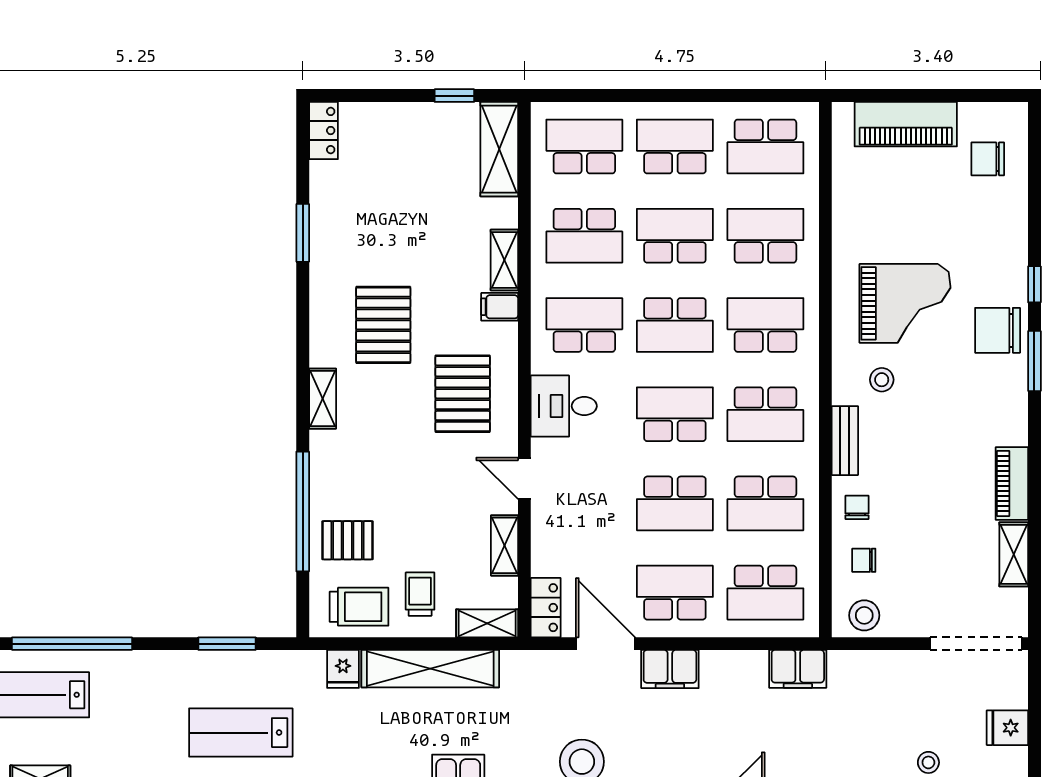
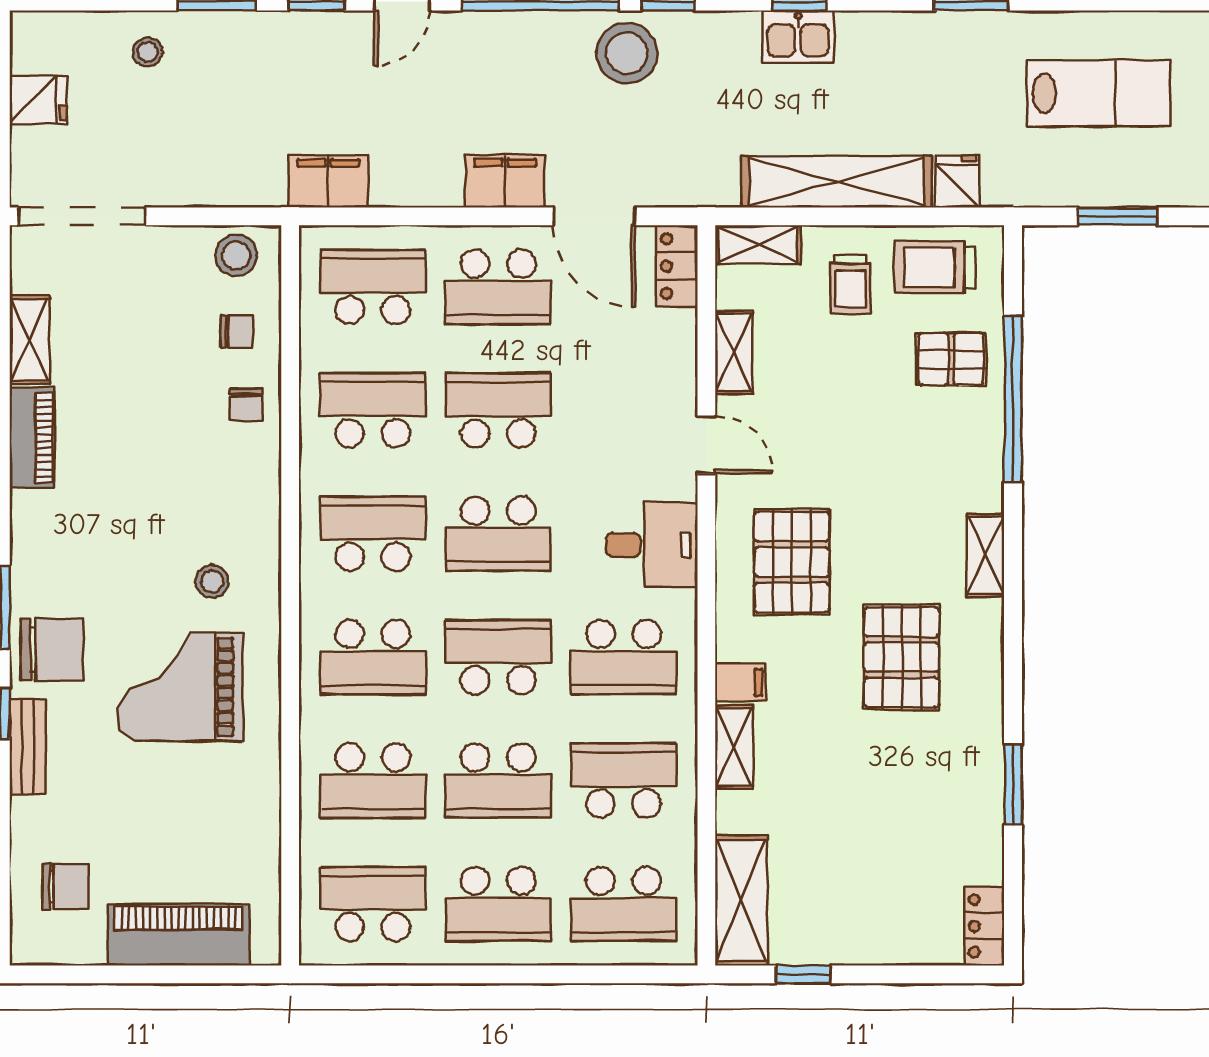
bench: (845, 441) -> (28, 747), moved

